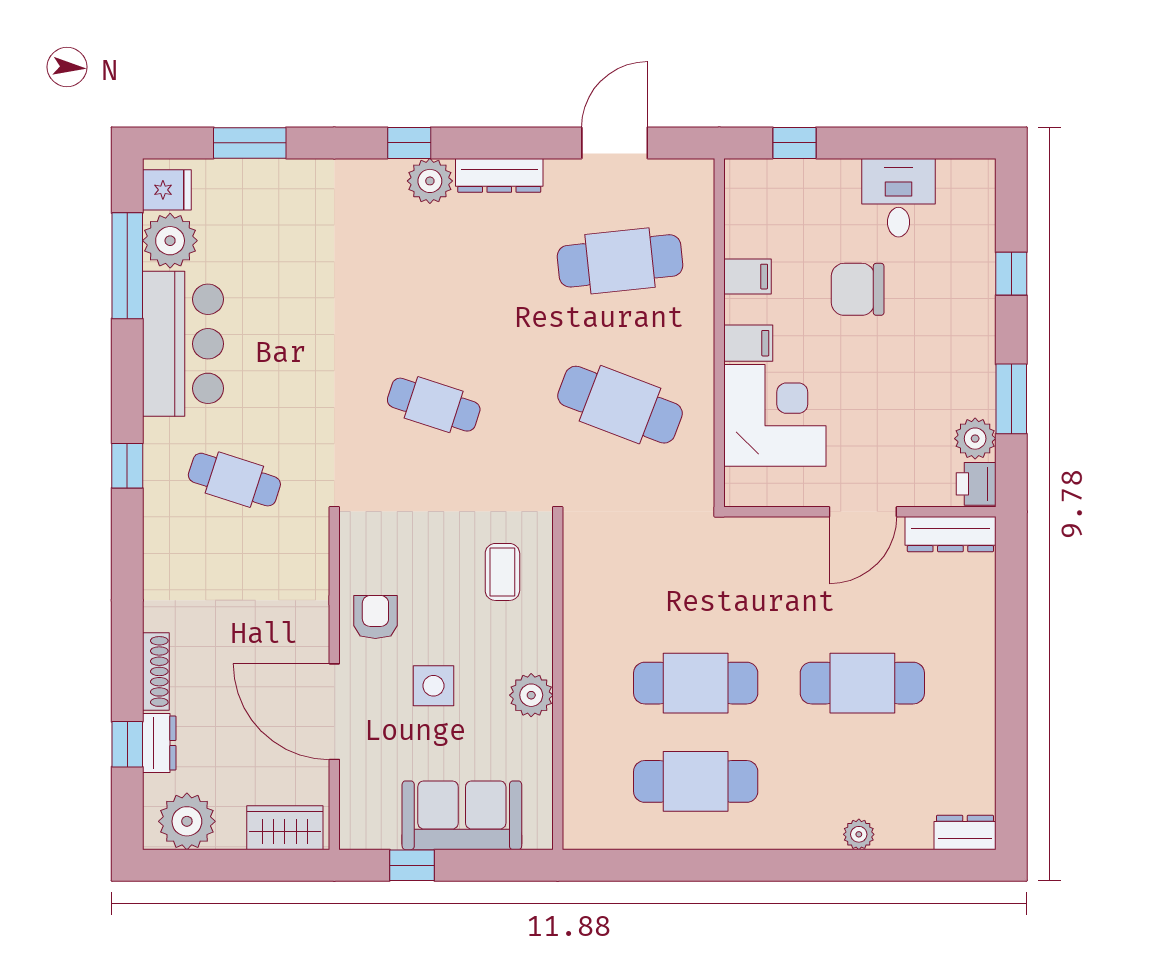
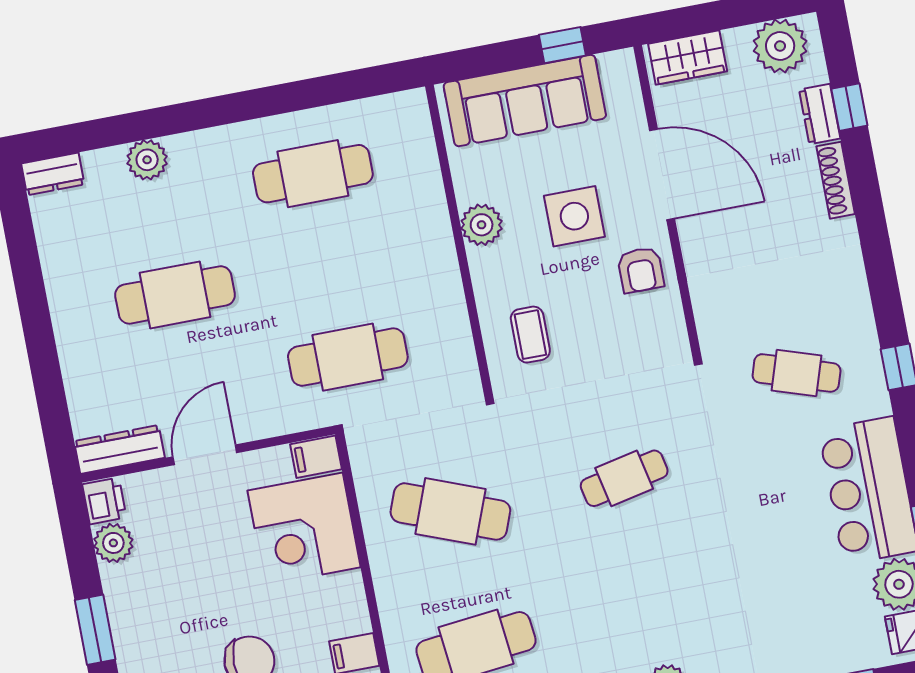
filing cabinet: (748, 343) -> (316, 457), moved
window: (1011, 399) -> (95, 630), moved
cafe table: (434, 405) -> (624, 478), turned -30
cafe table: (696, 683) -> (348, 357), moved
side table: (433, 686) -> (574, 216), width x1.37, depth x1.37
sofa: (462, 815) -> (525, 101), width x1.36
plant: (859, 834) -> (147, 160), width x1.38, depth x1.38

